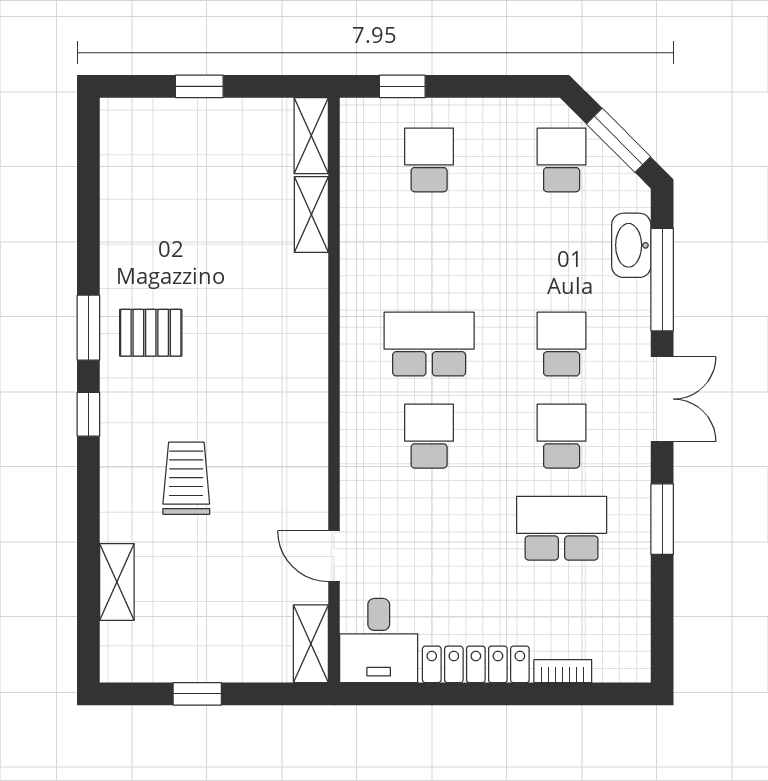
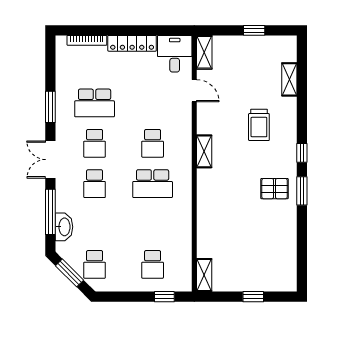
shelving: (311, 214) -> (204, 151), moved
bookcase: (563, 671) -> (87, 40), width x1.56

